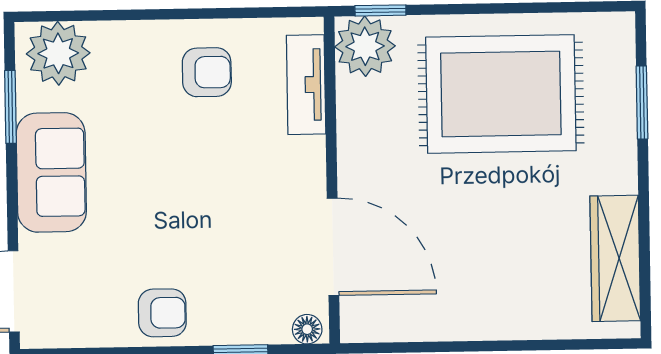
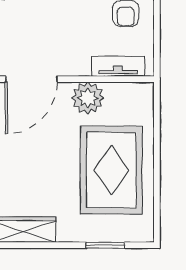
window: (380, 10) -> (157, 107), removed
plant: (365, 46) -> (88, 98), moved

